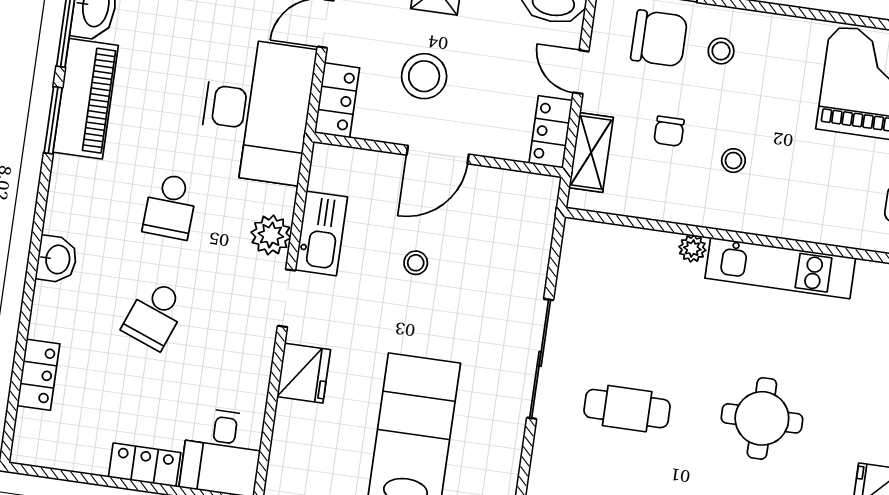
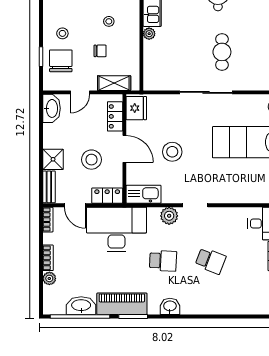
locker: (551, 132) -> (115, 116), moved, turned 90
kitchen sink: (321, 233) -> (144, 194), moved
washbasin: (57, 259) -> (170, 306), moved
stool: (416, 263) -> (172, 152), width x1.89, depth x1.89
fridge: (304, 373) -> (136, 108), moved, turned 90
locker: (38, 375) -> (243, 307), removed

